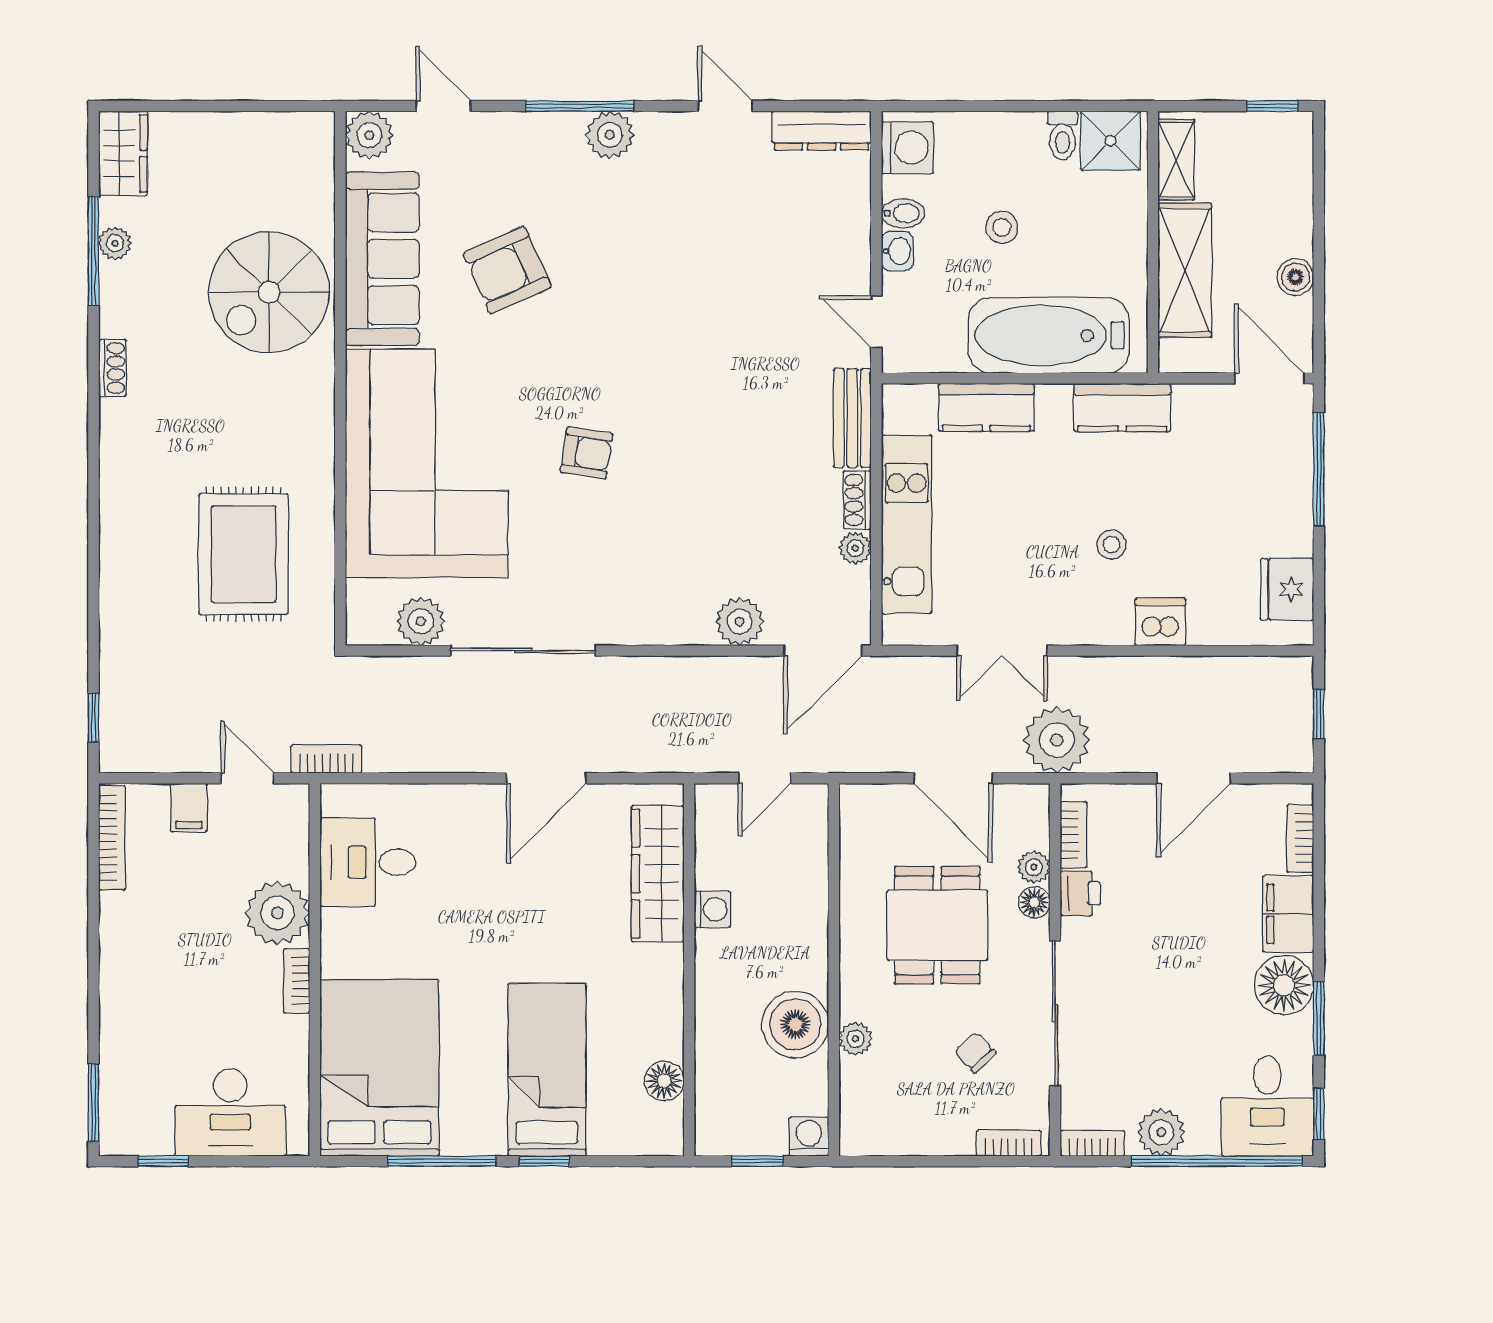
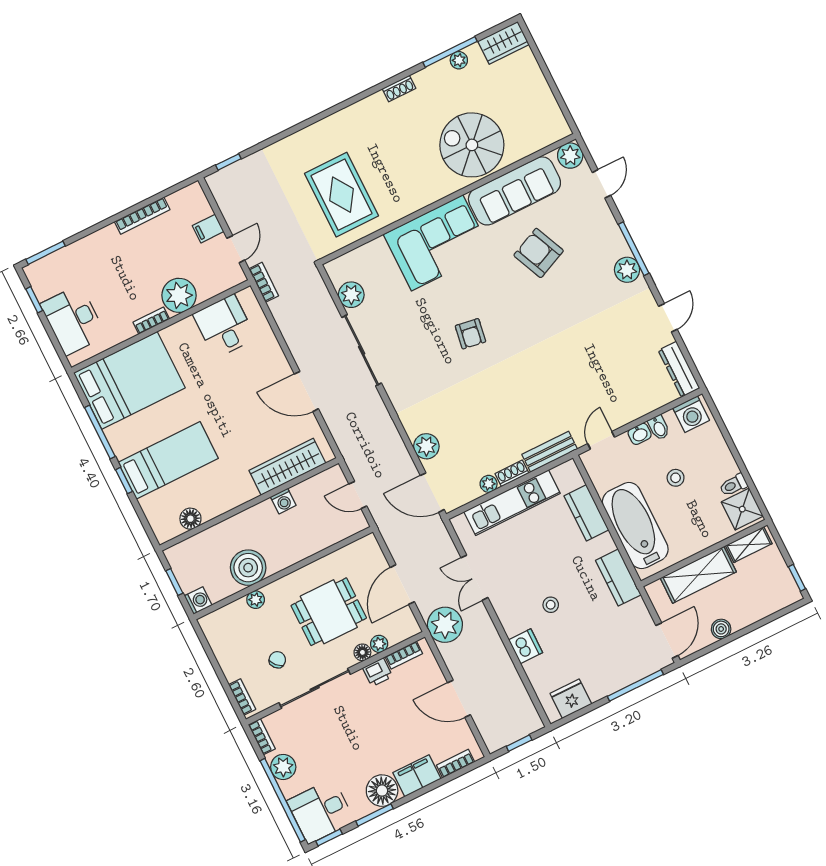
corner sofa: (427, 463) -> (437, 243), width x0.73, depth x0.74
rug: (243, 554) -> (341, 195), turned 90
bookcase: (112, 838) -> (142, 216), moved

